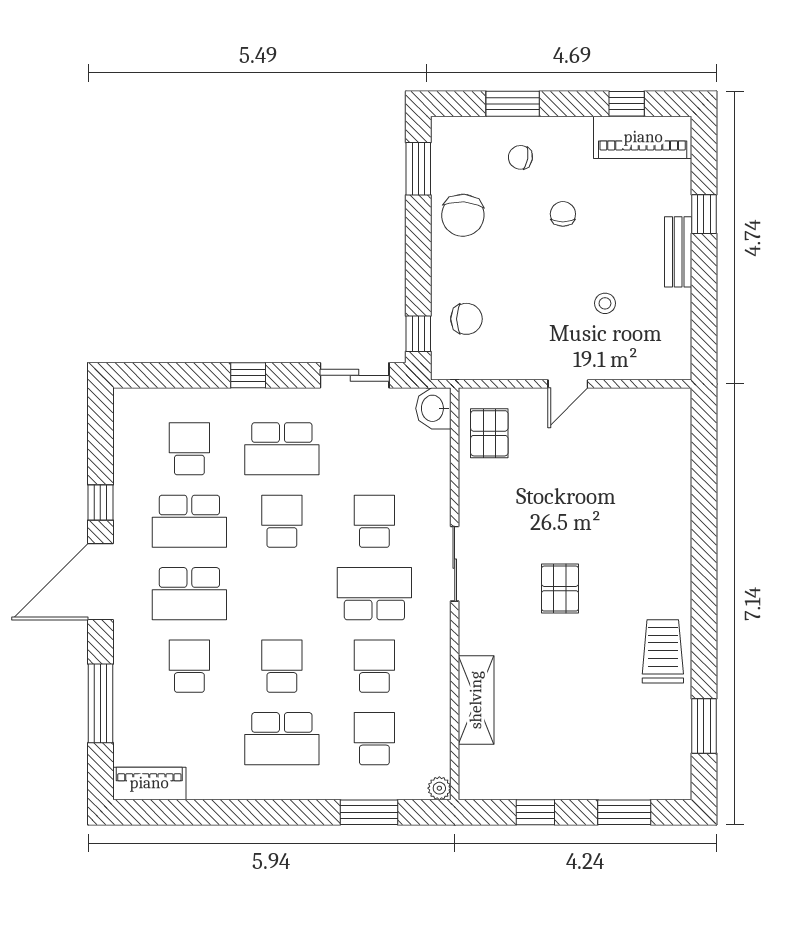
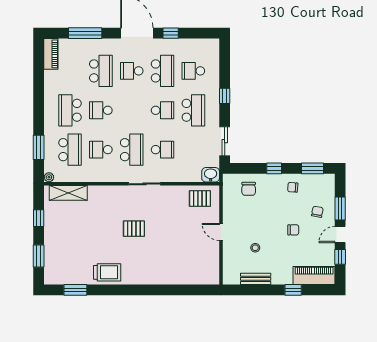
door: (574, 104) -> (340, 234), added
piano: (643, 137) -> (314, 276), moved, turned 90
chair: (463, 215) -> (293, 187), width x0.54, depth x0.54
bench: (678, 252) -> (256, 279), moved
window: (418, 334) -> (274, 168), moved
school desk: (189, 449) -> (193, 71), turned 180
school desk: (282, 449) -> (193, 110), turned 180
school desk: (189, 521) -> (163, 71), turned 180
school desk: (189, 594) -> (132, 71), width x0.54
school desk: (189, 666) -> (101, 71), width x1.85
school desk: (282, 666) -> (101, 110), turned 180
school desk: (374, 666) -> (101, 150), turned 180
shelving: (476, 700) -> (68, 193), moved
school desk: (374, 739) -> (70, 150), width x1.85

